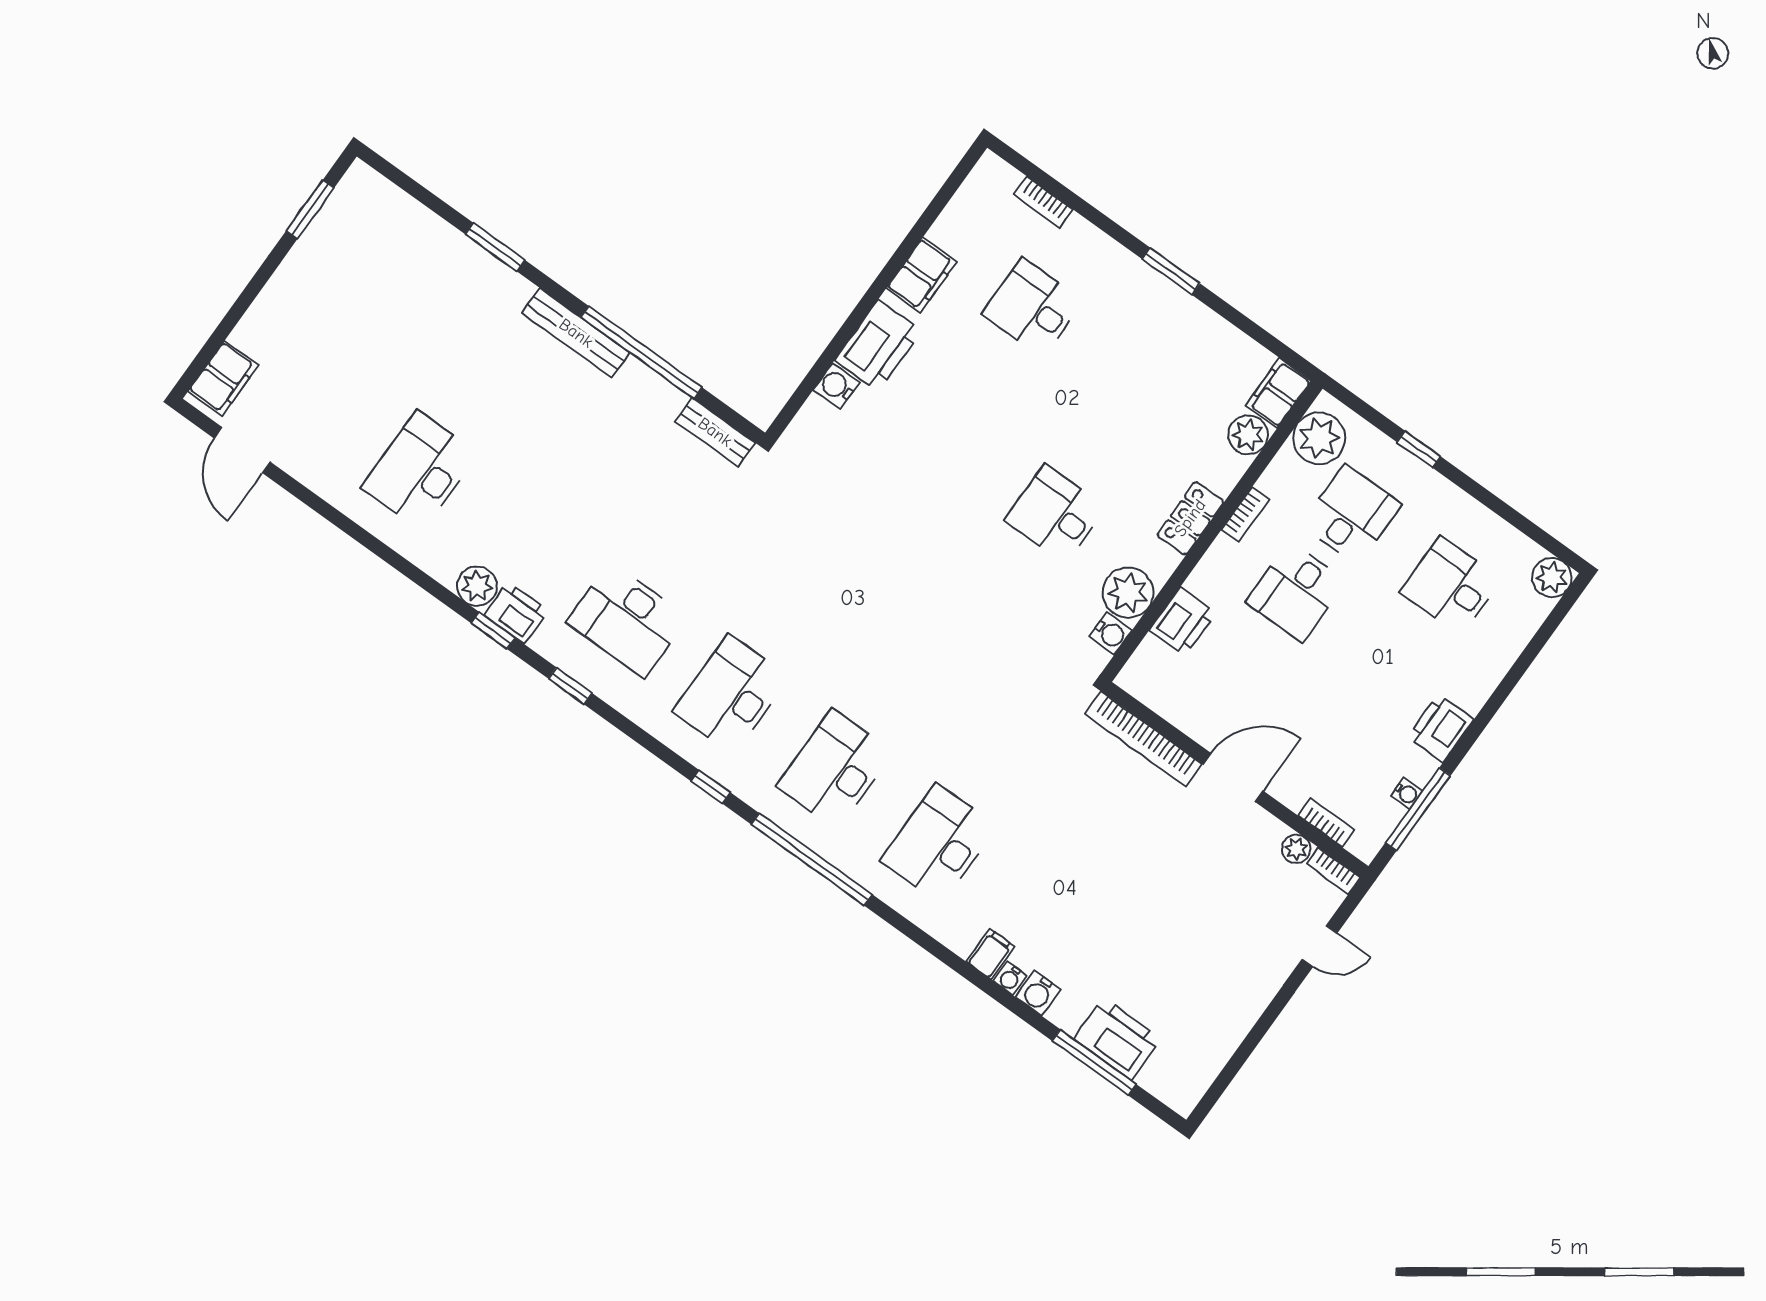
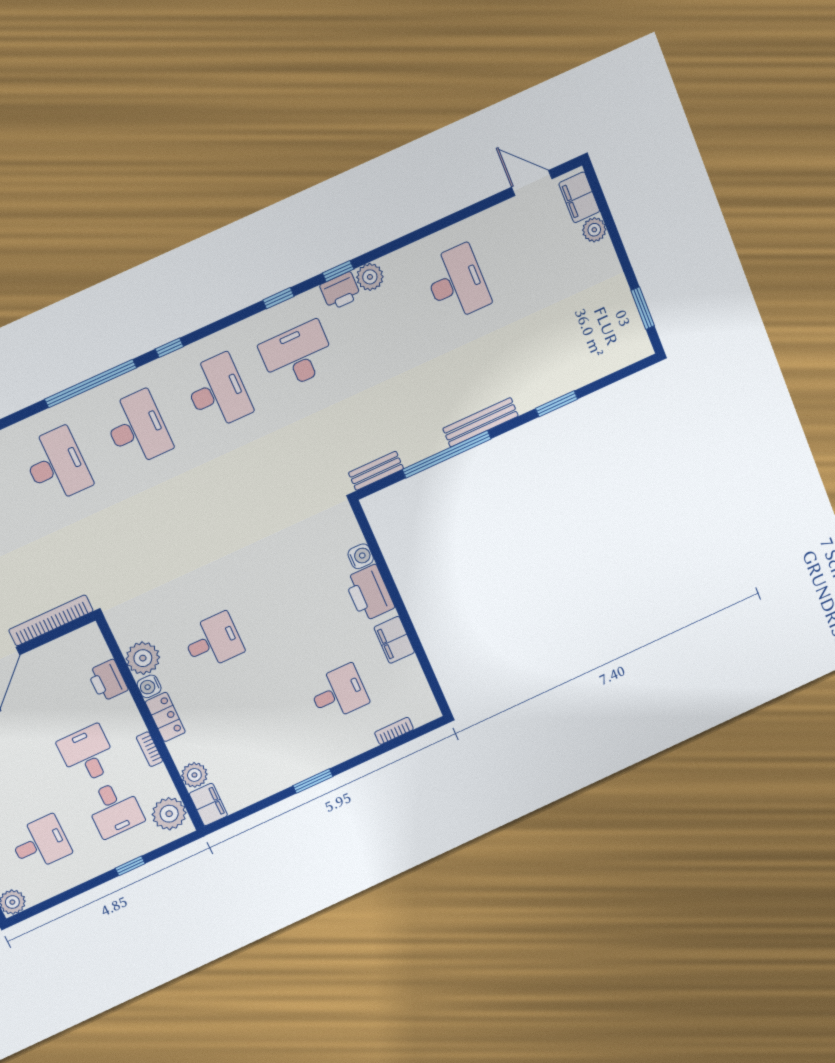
plant: (251, 334) -> (594, 230), added
water cooler: (1111, 634) -> (149, 686), moved

